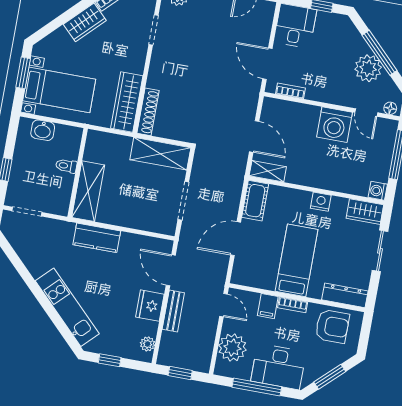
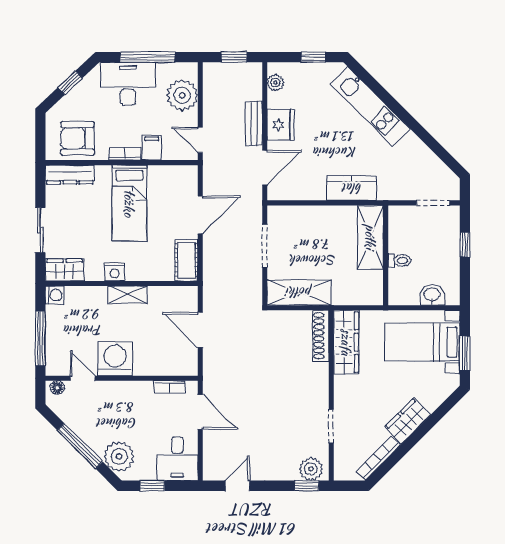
plant: (368, 68) -> (119, 457), moved
shelving: (268, 171) -> (128, 295), moved
door: (171, 270) -> (265, 167), hinge flipped
window: (330, 377) -> (70, 83), width x0.67

